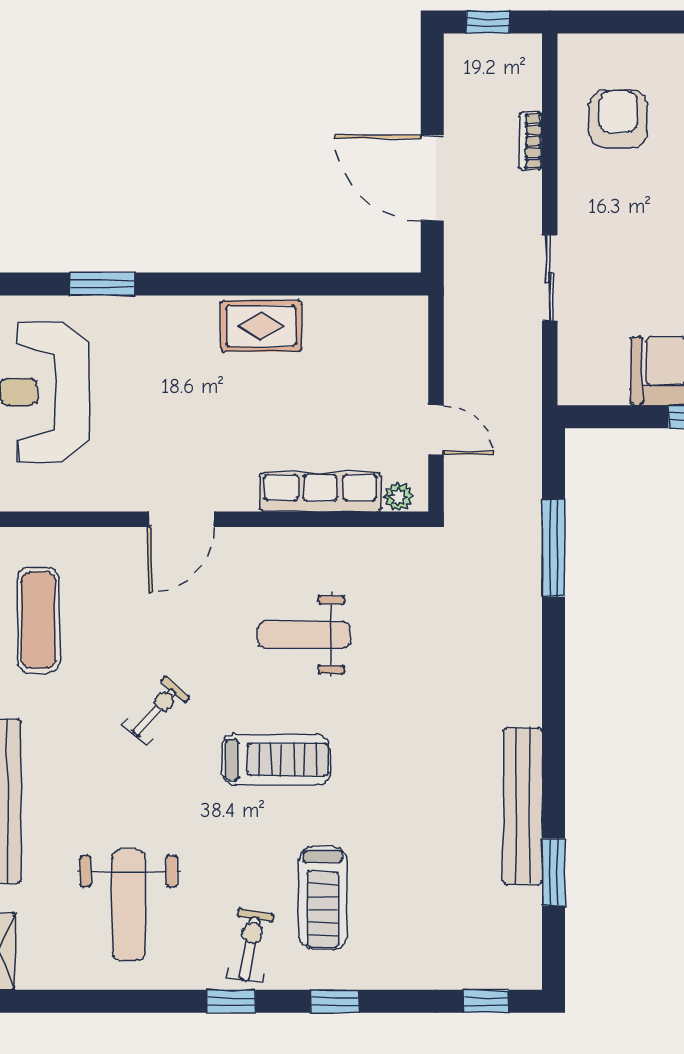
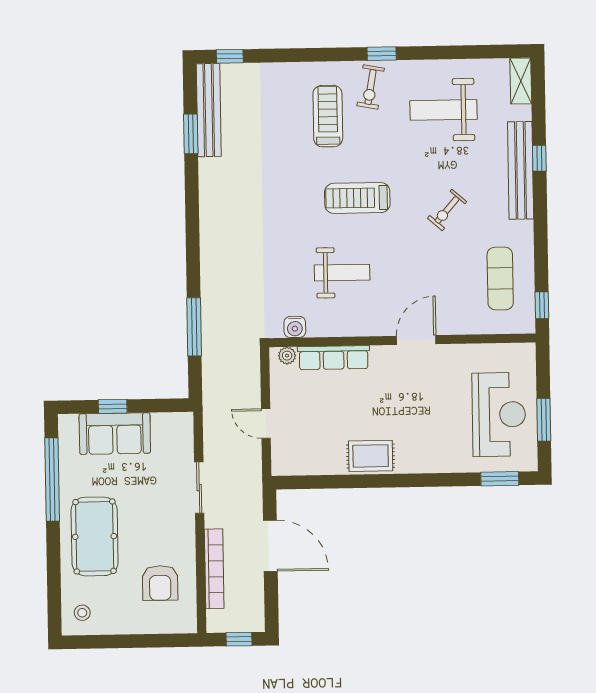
bookcase: (531, 141) -> (214, 569), width x2.31, depth x1.31
window: (102, 284) -> (500, 479), moved
door: (436, 430) -> (266, 423), moved
water cooler: (384, 545) -> (295, 327), added
exercise bike: (157, 710) -> (447, 210), moved
bench: (523, 806) -> (209, 110), moved
weight bench: (129, 905) -> (444, 110), turned -90
window: (335, 1001) -> (320, 55), removed

